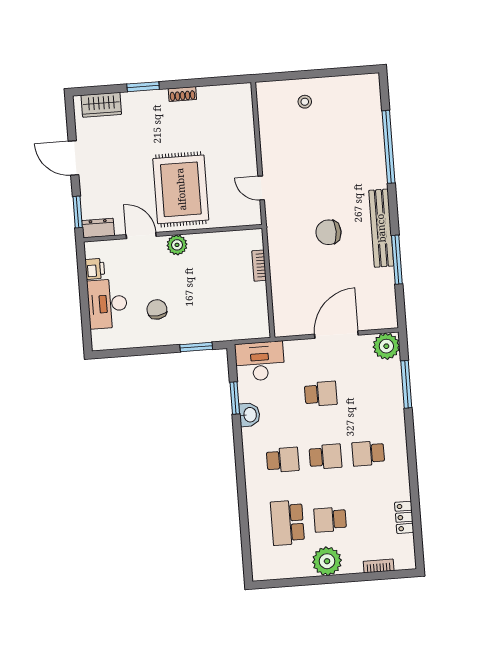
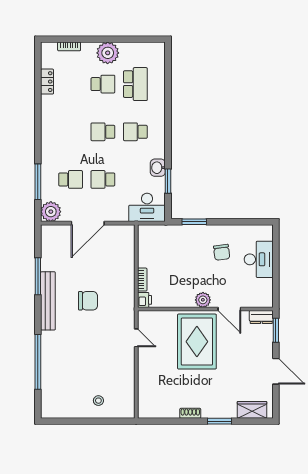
printer: (95, 269) -> (145, 300), moved, turned 180
school desk: (368, 453) -> (71, 179), moved

